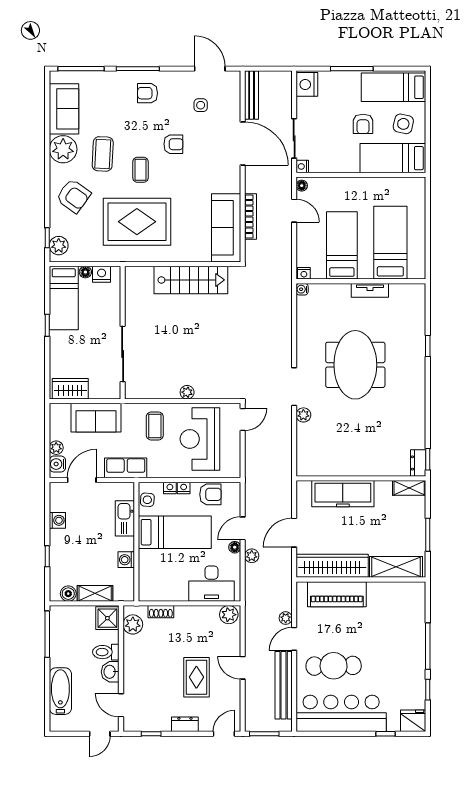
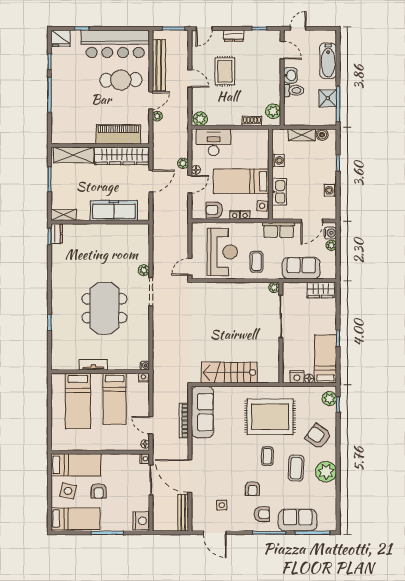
sofa: (64, 109) -> (298, 520), moved, turned 90
armchair: (363, 124) -> (99, 491), turned 180
armchair: (173, 144) -> (253, 489), moved, turned -90
plant: (187, 392) -> (274, 287), moved
shower: (107, 618) -> (328, 98), moved

